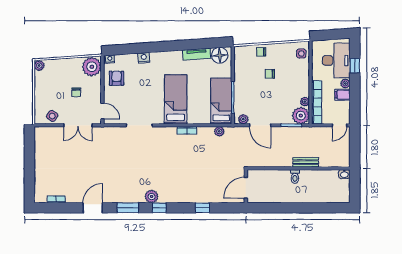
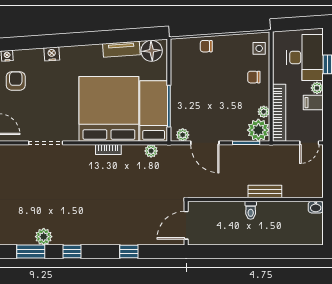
chair: (270, 74) -> (254, 77), moved
bed: (176, 99) -> (109, 109), width x2.04
plant: (152, 197) -> (44, 237), moved

